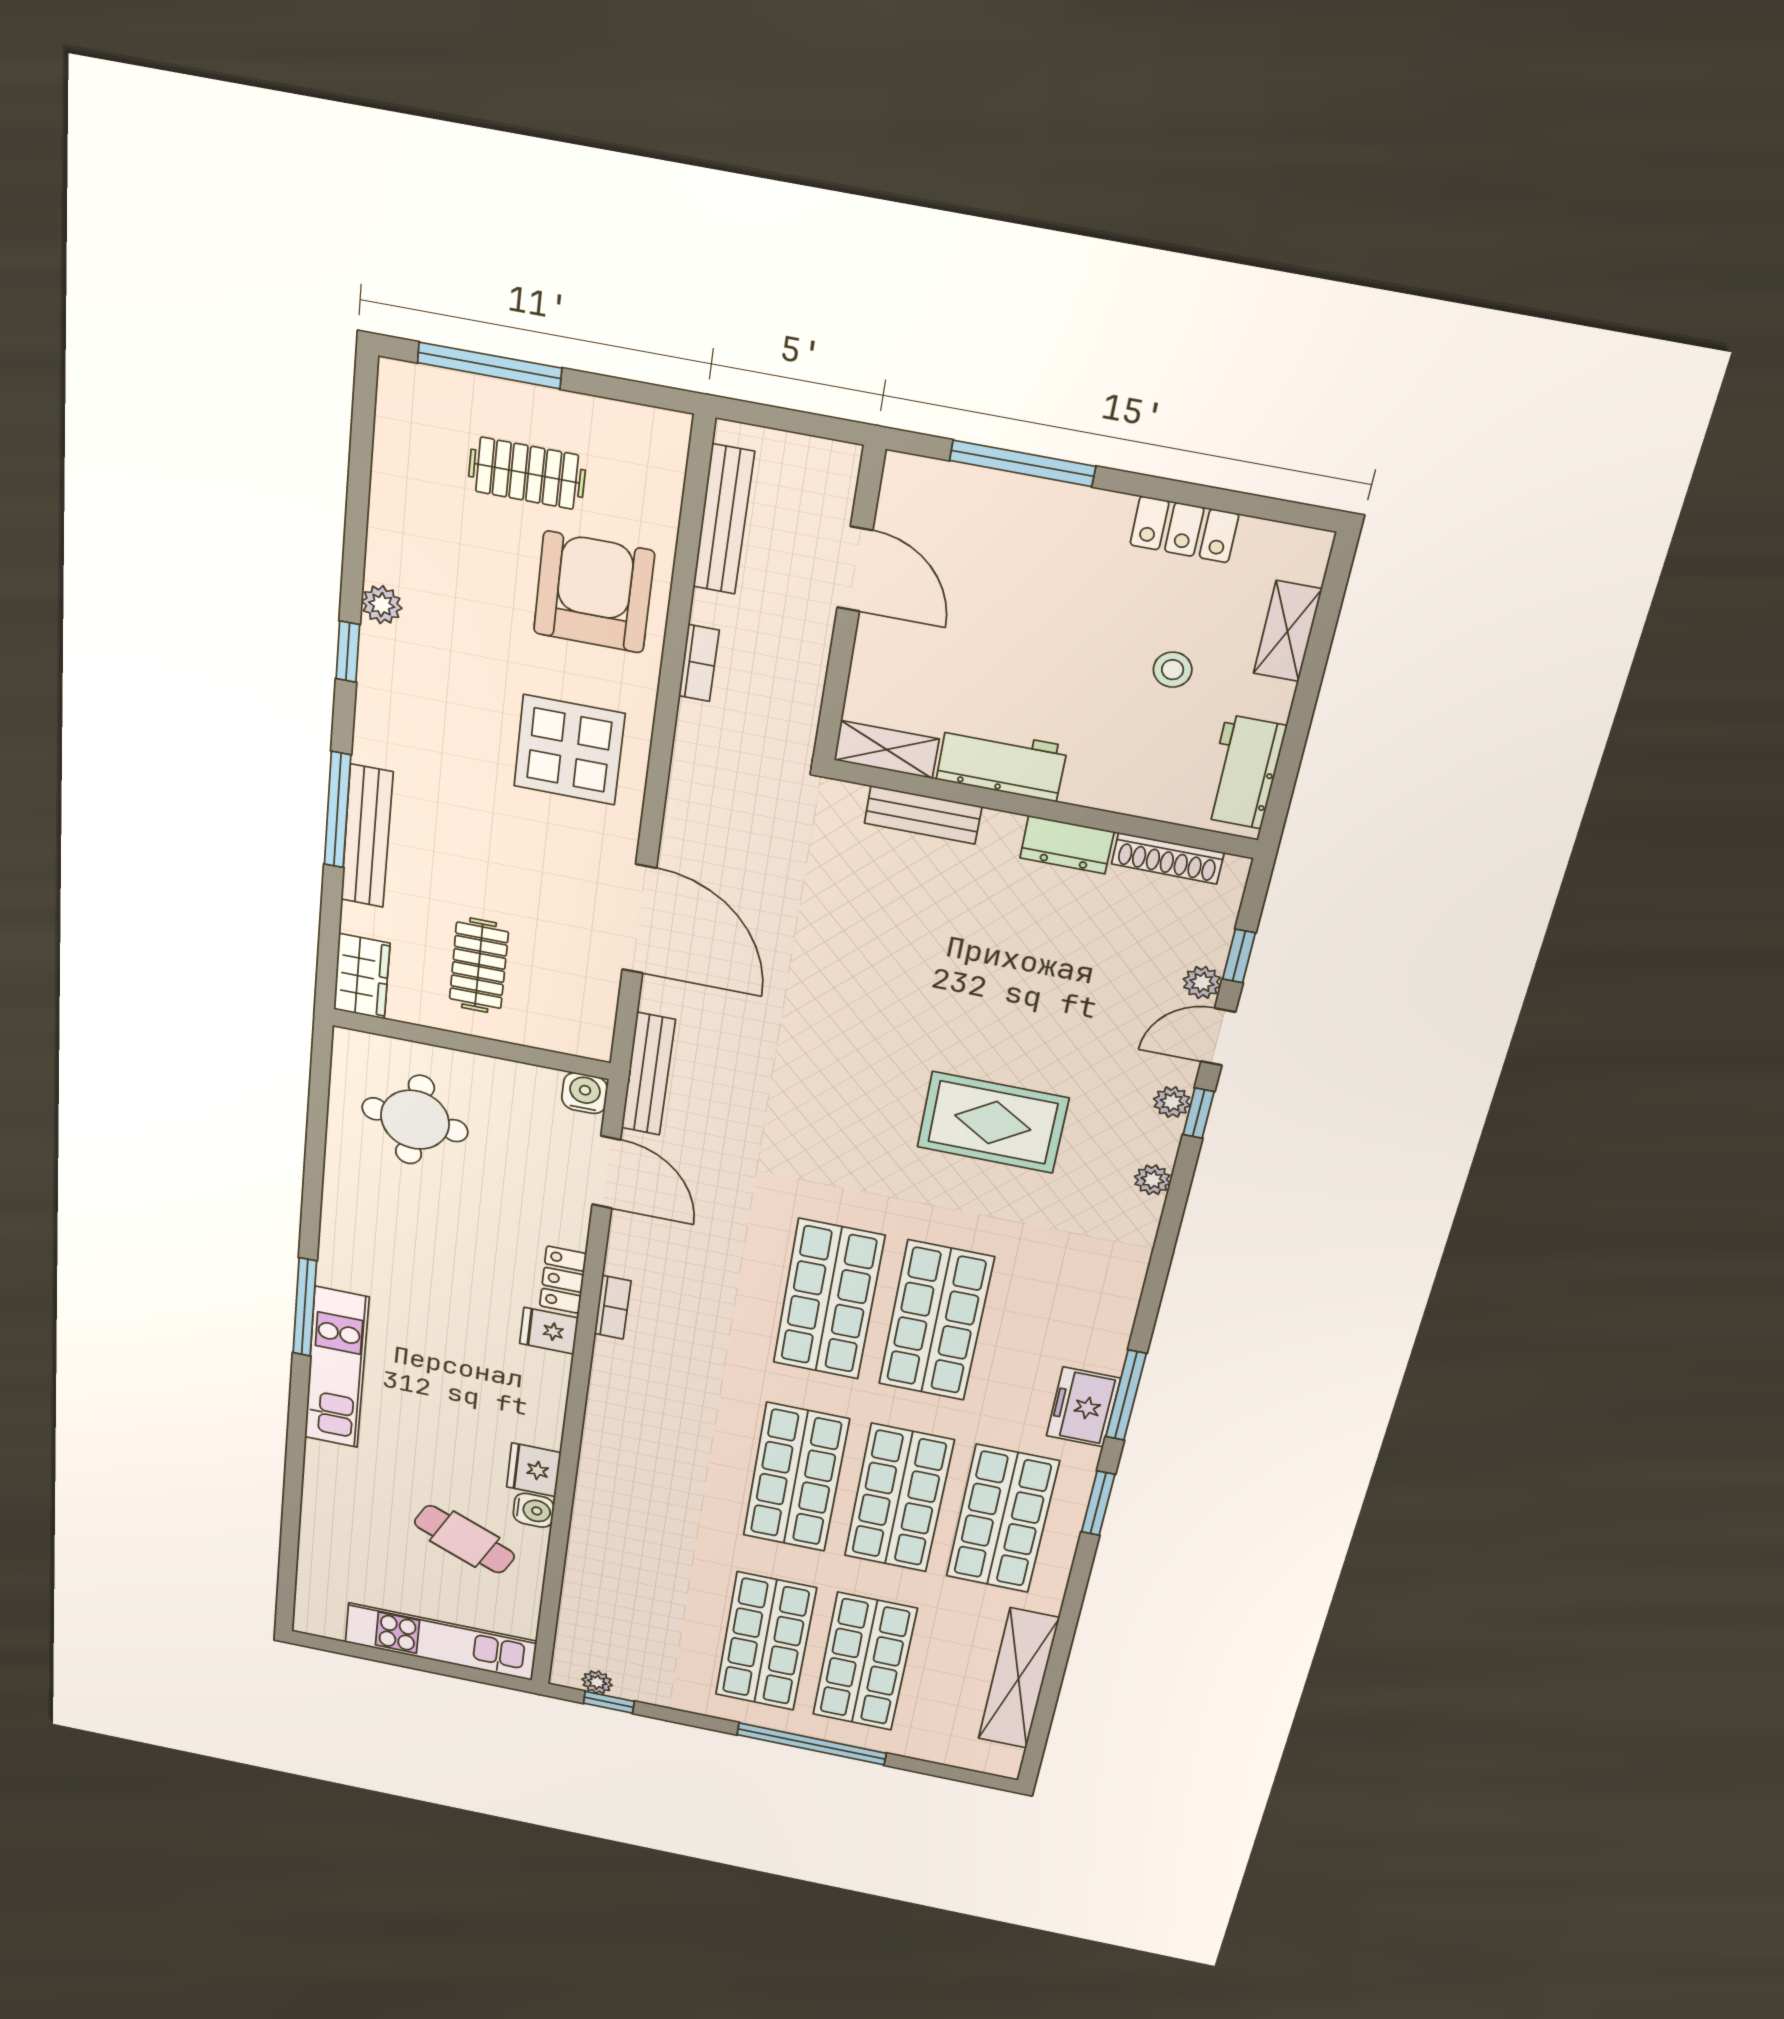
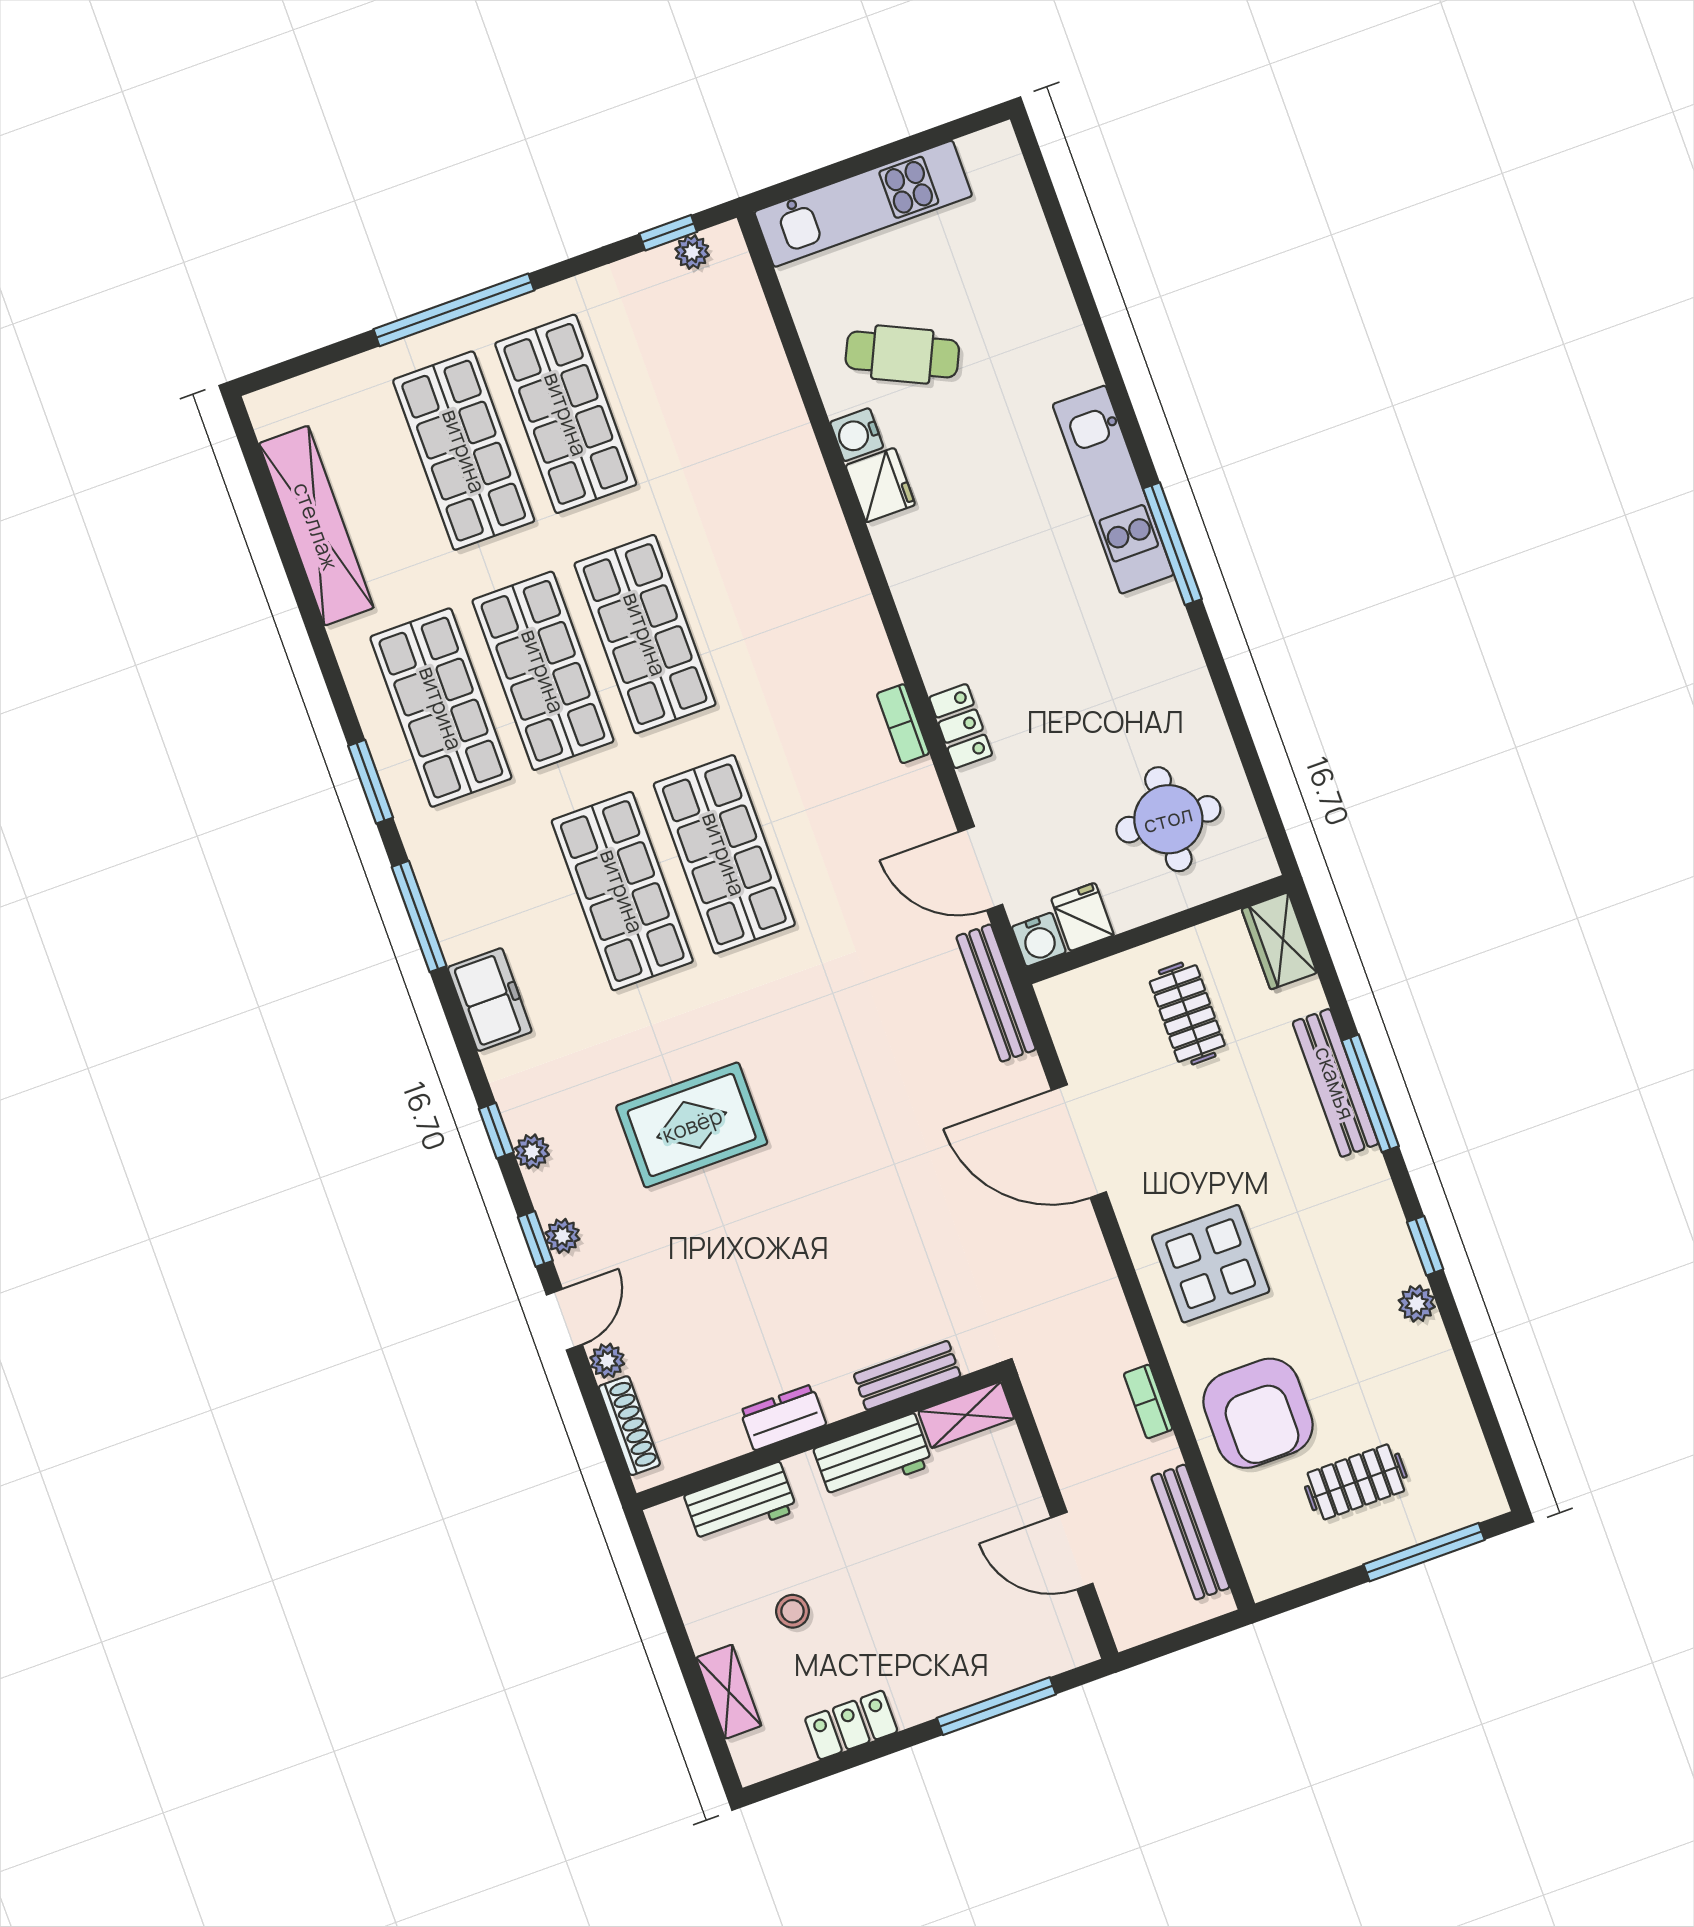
workbench: (1244, 772) -> (741, 1503), moved, turned 90
shoe rack: (1168, 858) -> (629, 1426), moved, turned 90
window: (1239, 956) -> (496, 1131), moved
fridge: (549, 1331) -> (1083, 917), moved, turned -90
freezer: (1083, 1407) -> (490, 1000), moved

